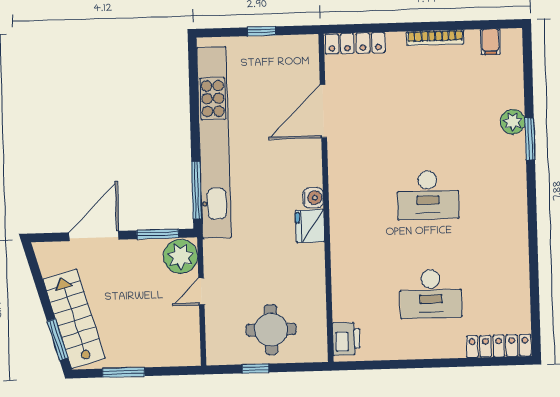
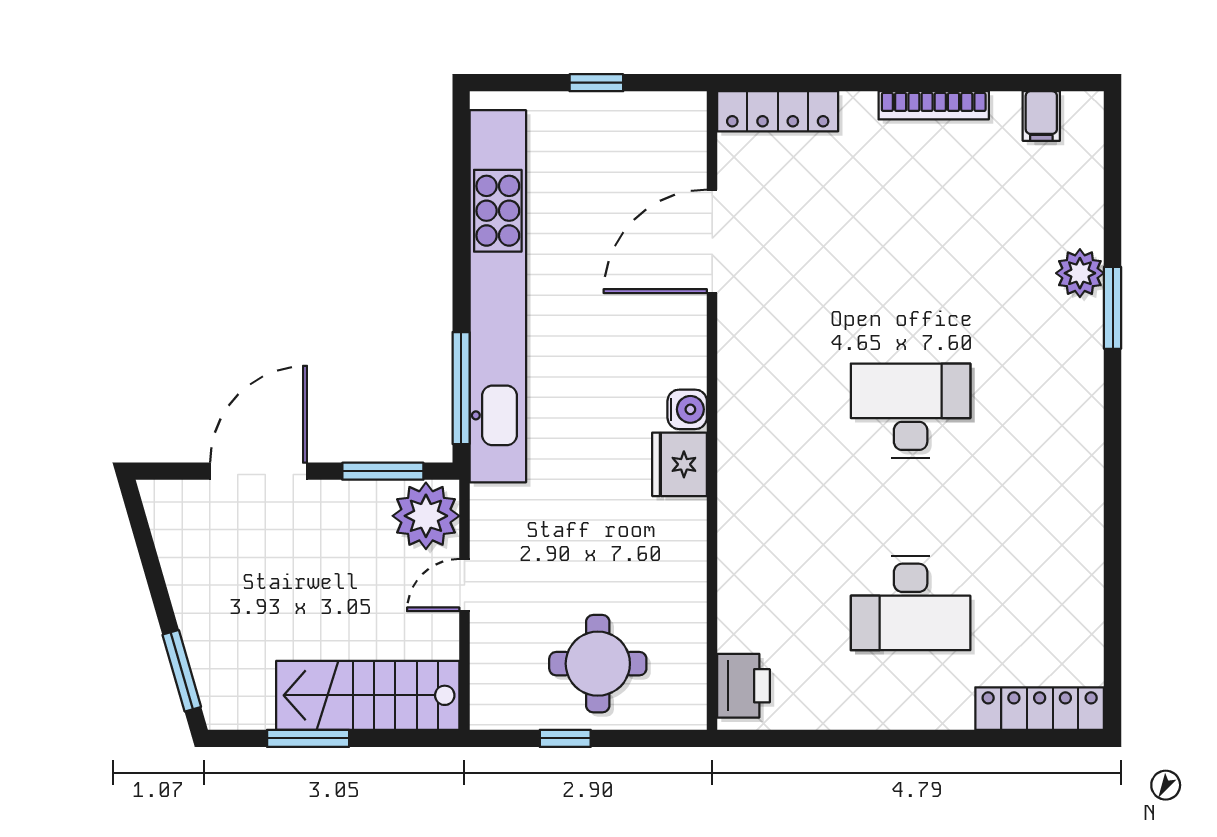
desk: (428, 195) -> (911, 411), turned 180
stairs: (74, 319) -> (368, 695), moved, turned -74

